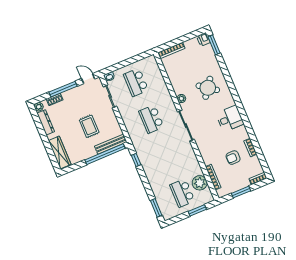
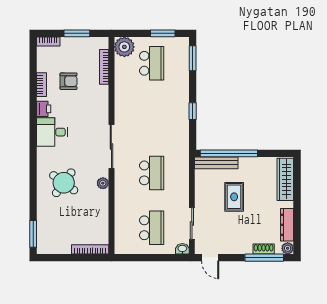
printer: (203, 39) -> (44, 109), moved
window: (63, 89) -> (264, 258), moved
window: (136, 160) -> (193, 111), moved
plant: (200, 183) -> (124, 47), moved
window: (197, 210) -> (163, 33), moved

